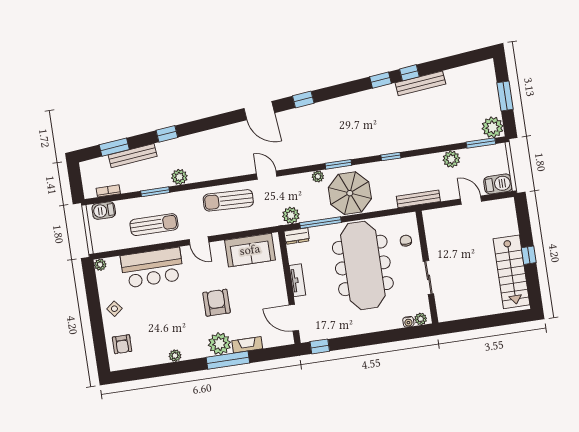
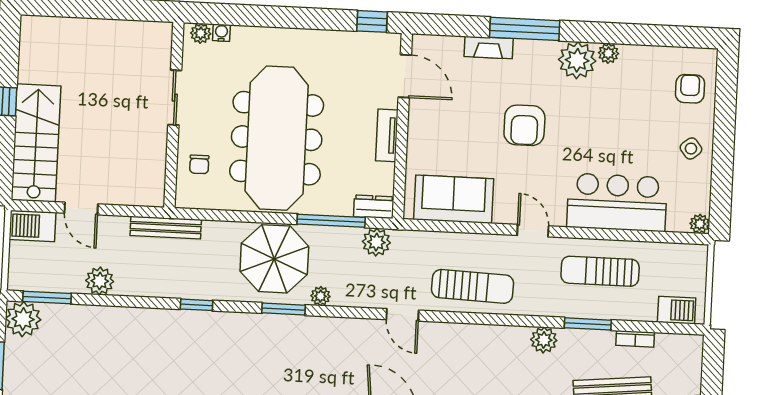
bookcase: (108, 191) -> (635, 339), moved
stairs: (511, 272) -> (36, 143), moved
plant: (219, 344) -> (577, 60), moved

